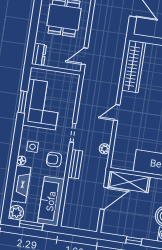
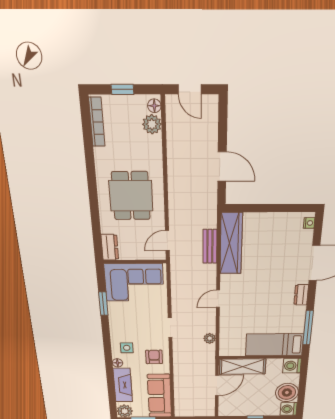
corner sofa: (42, 105) -> (134, 282), moved, turned 90
armchair: (54, 160) -> (154, 357), turned 90
bench: (75, 164) -> (210, 246), moved

